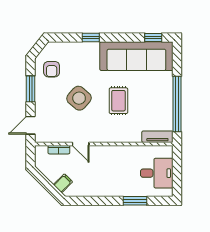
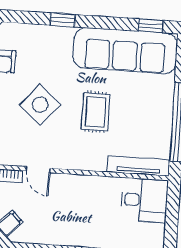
tv unit: (157, 137) -> (138, 166), width x1.41
desk: (157, 173) -> (144, 200), moved

